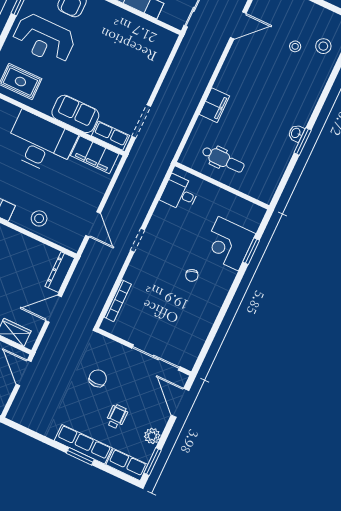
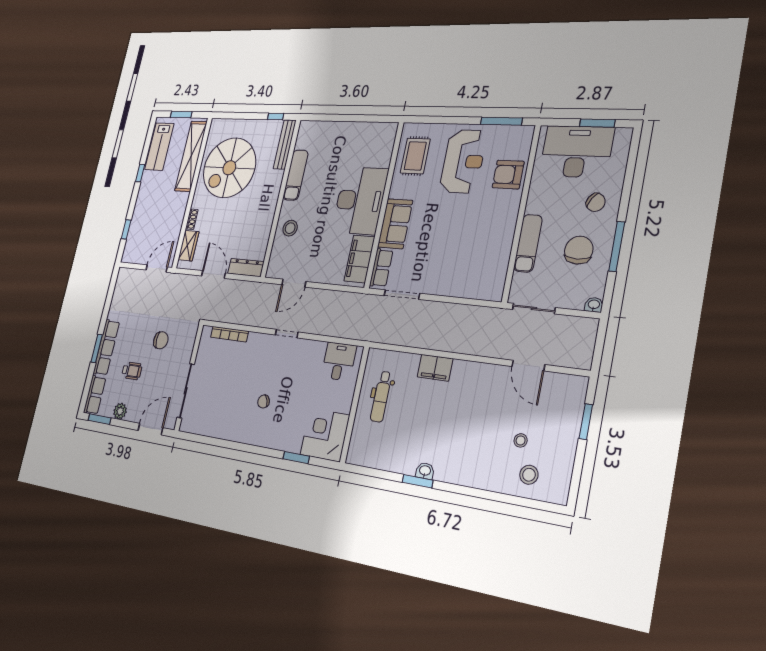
reception desk: (44, 39) -> (463, 161), turned 180
corner desk: (228, 244) -> (325, 435), moved

